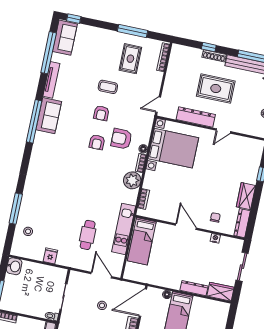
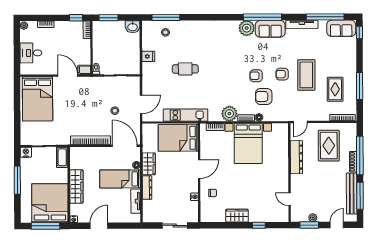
window: (209, 47) -> (360, 155), width x3.17
rug: (130, 59) -> (335, 89), turned 90
coffee table: (108, 87) -> (306, 75), width x1.86, depth x1.72
rug: (216, 89) -> (329, 146), moved
door: (158, 105) -> (300, 122), swing flipped
door: (223, 131) -> (290, 199), moved
armchair: (122, 139) -> (264, 97), turned -90
plant: (42, 141) -> (247, 28), added
bed with nightstands: (173, 148) -> (248, 143), moved
window: (16, 209) -> (166, 17), moved
dresser: (242, 223) -> (213, 217), removed
cafe table: (88, 235) -> (185, 69), moved
bed: (142, 241) -> (178, 138), width x1.50
wardrobe: (221, 292) -> (149, 164), moved
tv unit: (206, 304) -> (136, 201), added

